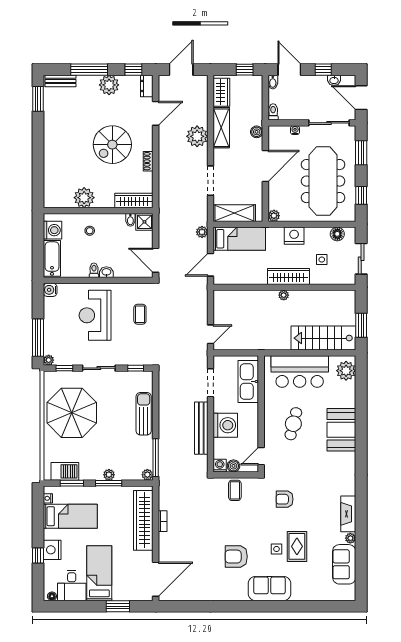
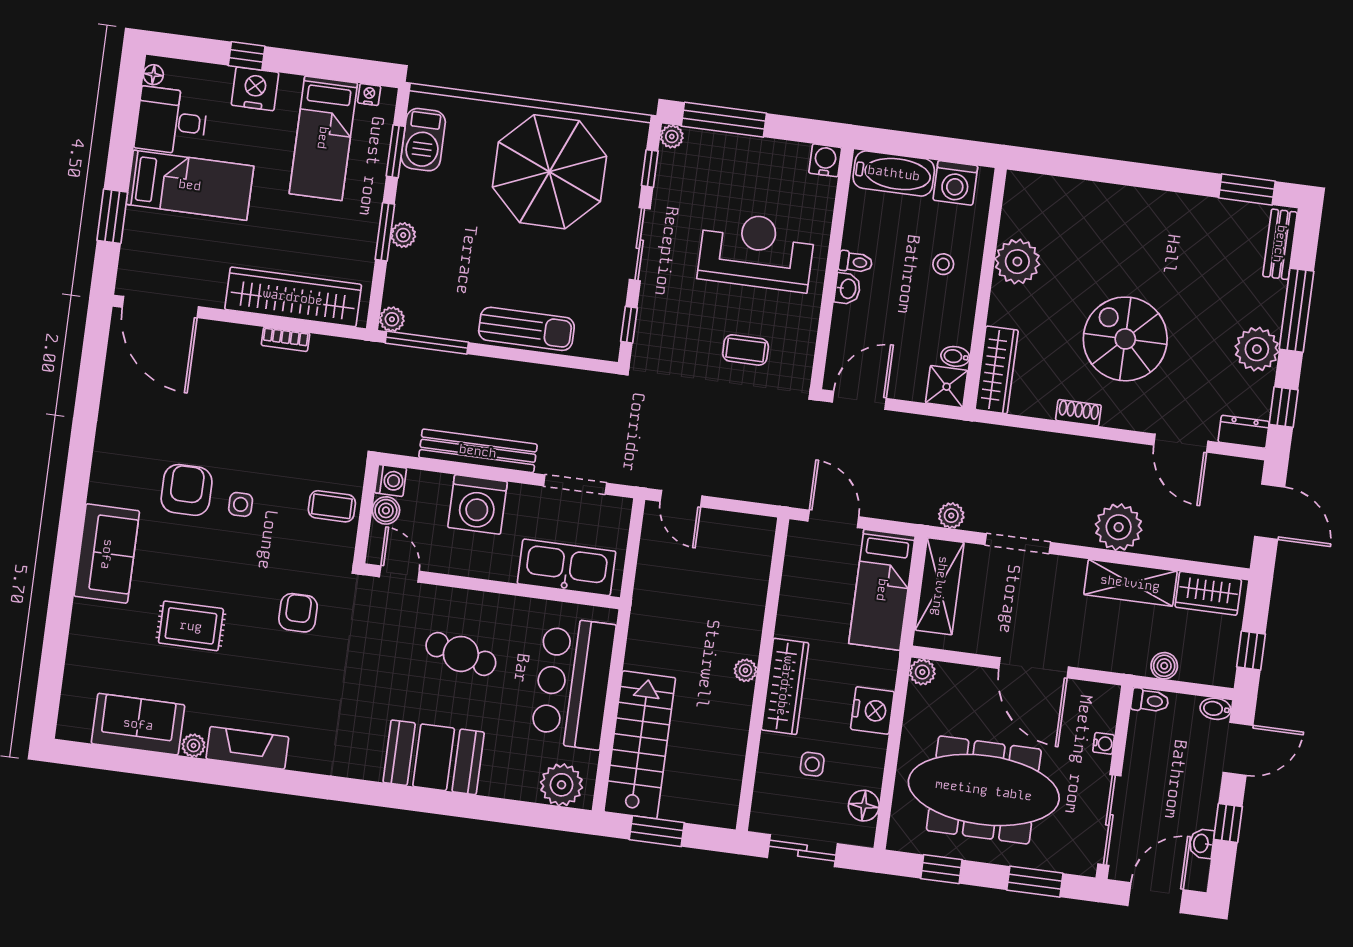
boiler: (257, 132) -> (1164, 666), moved
plant: (202, 232) -> (951, 516), moved
side table: (277, 549) -> (241, 504), moved

